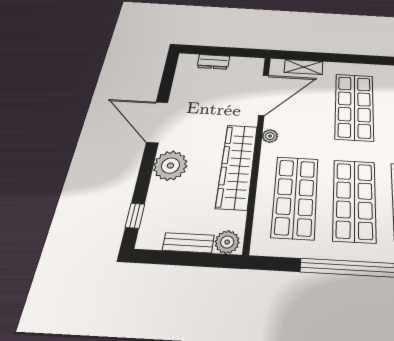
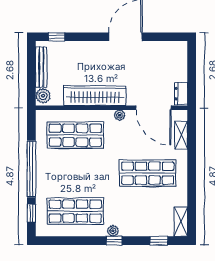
dresser: (213, 62) -> (181, 94), moved
plant: (170, 166) -> (93, 52), removed
shop shelf: (354, 200) -> (75, 173), removed
bench: (188, 243) -> (41, 67), width x1.36

